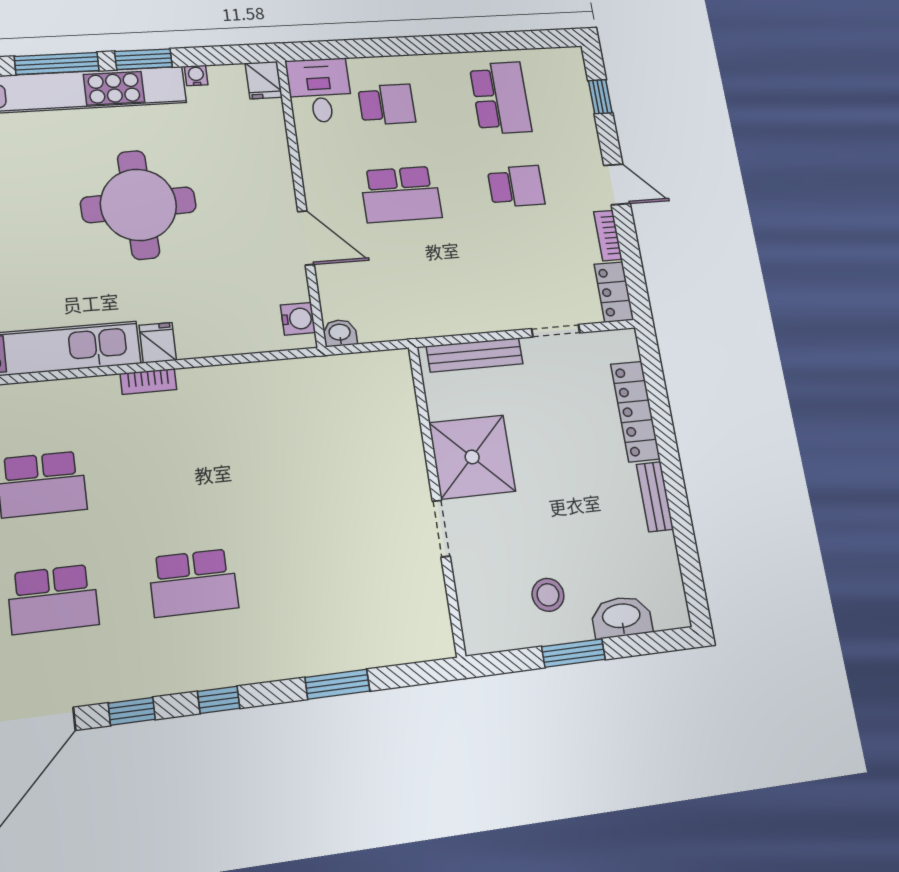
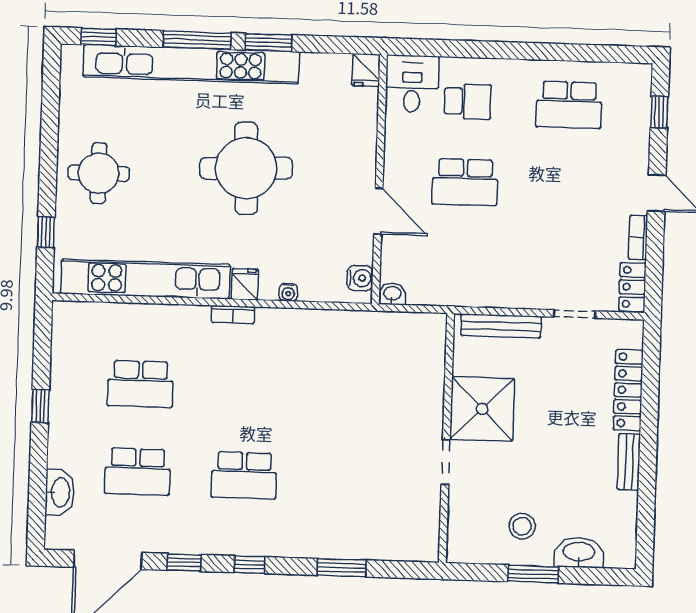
water cooler: (196, 75) -> (288, 292), moved, turned 180
school desk: (501, 98) -> (569, 105), turned 90
school desk: (516, 186) -> (566, 185), removed

